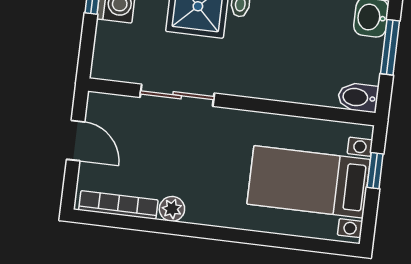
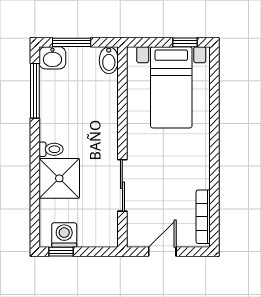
window: (375, 171) -> (185, 42), moved
plant: (172, 209) -> (201, 179), removed

